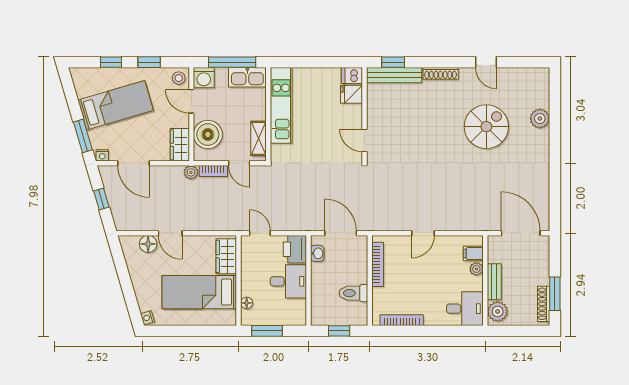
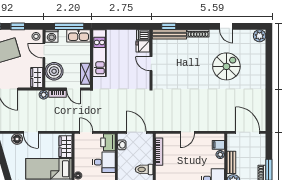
plant: (540, 119) -> (260, 36), moved
door: (365, 140) -> (151, 64), moved

